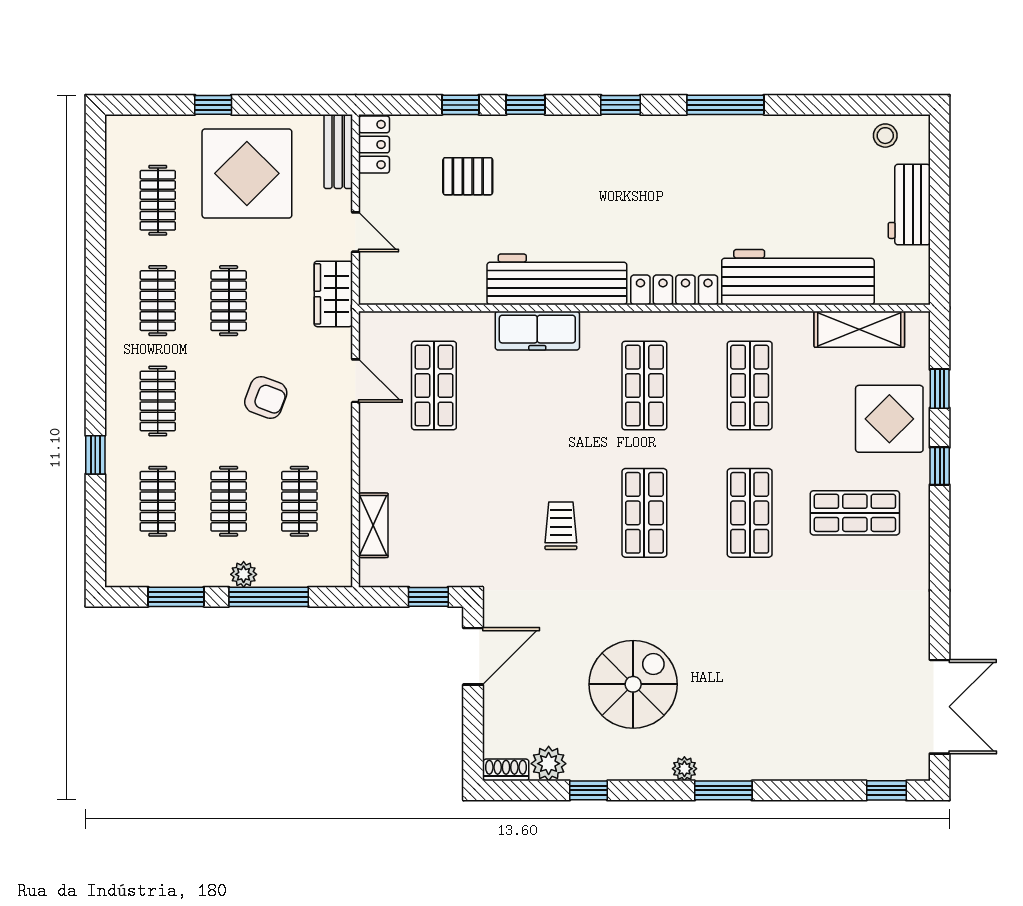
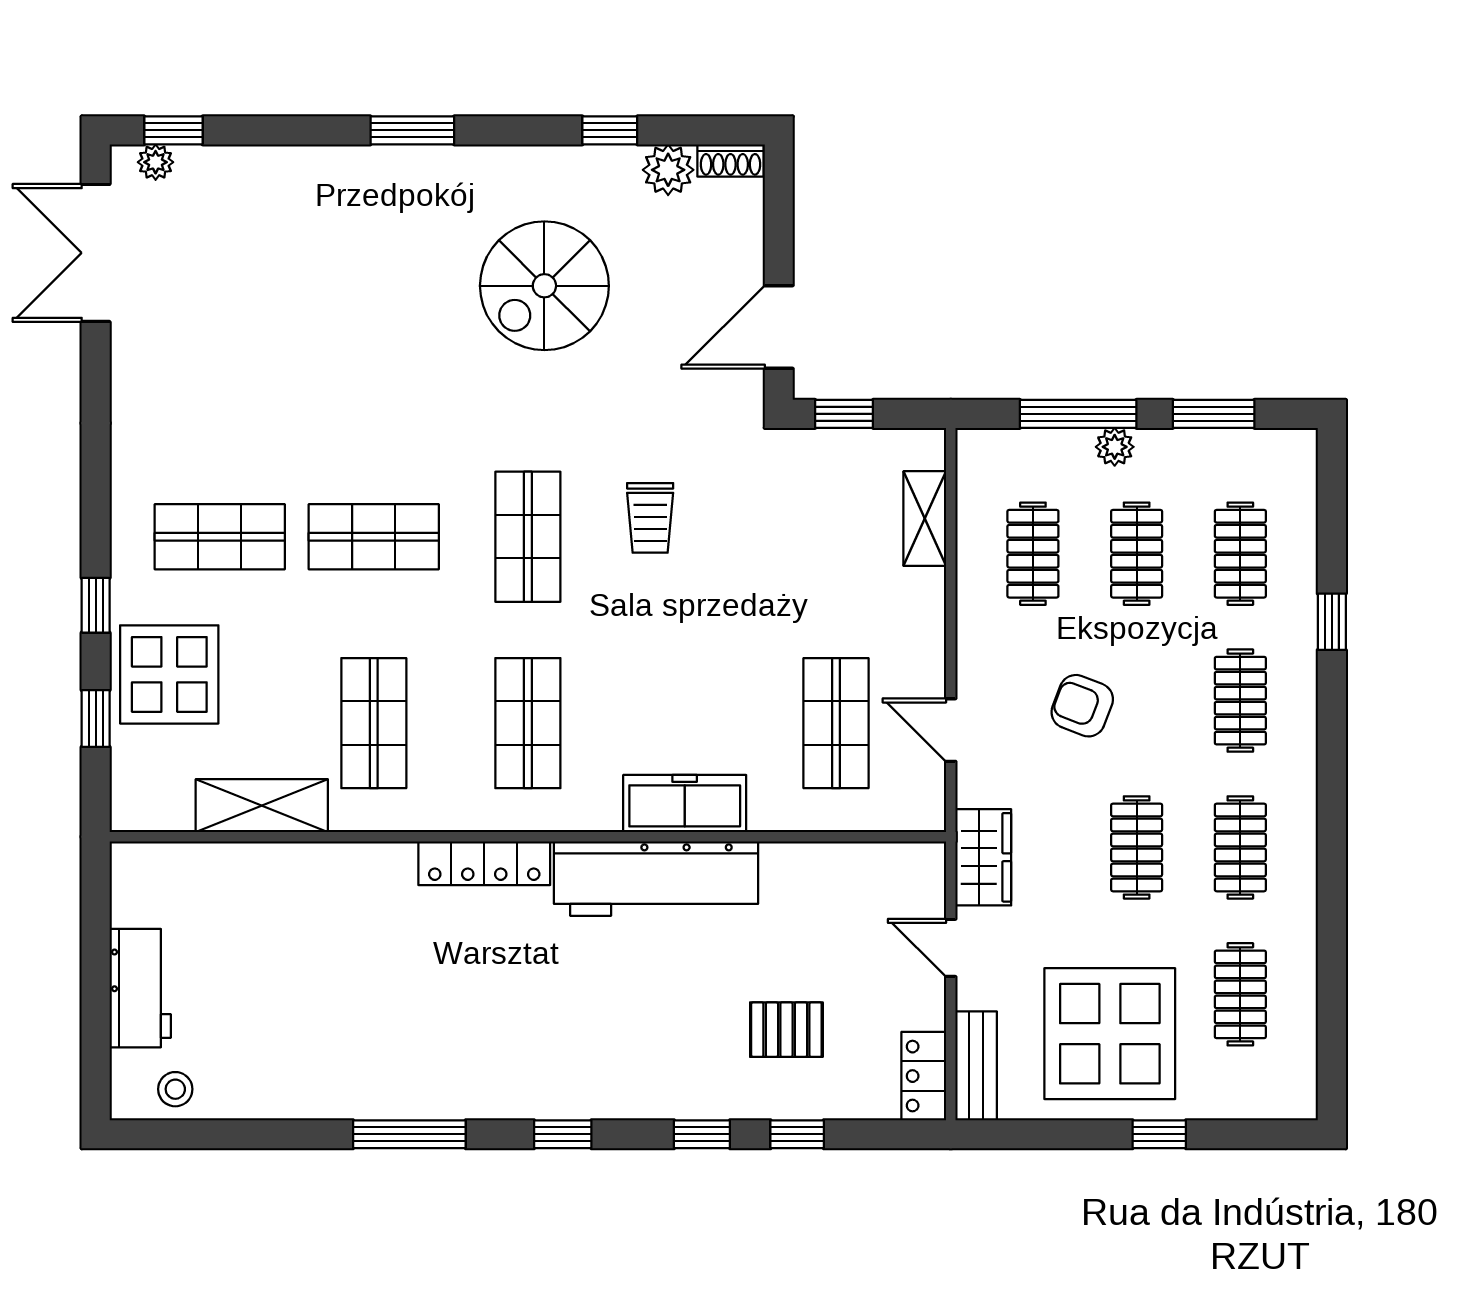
workbench: (798, 277) -> (303, 882), removed
shelving: (859, 329) -> (262, 806), moved
shop shelf: (750, 513) -> (374, 537), turned 90
plant: (684, 769) -> (156, 162), moved

